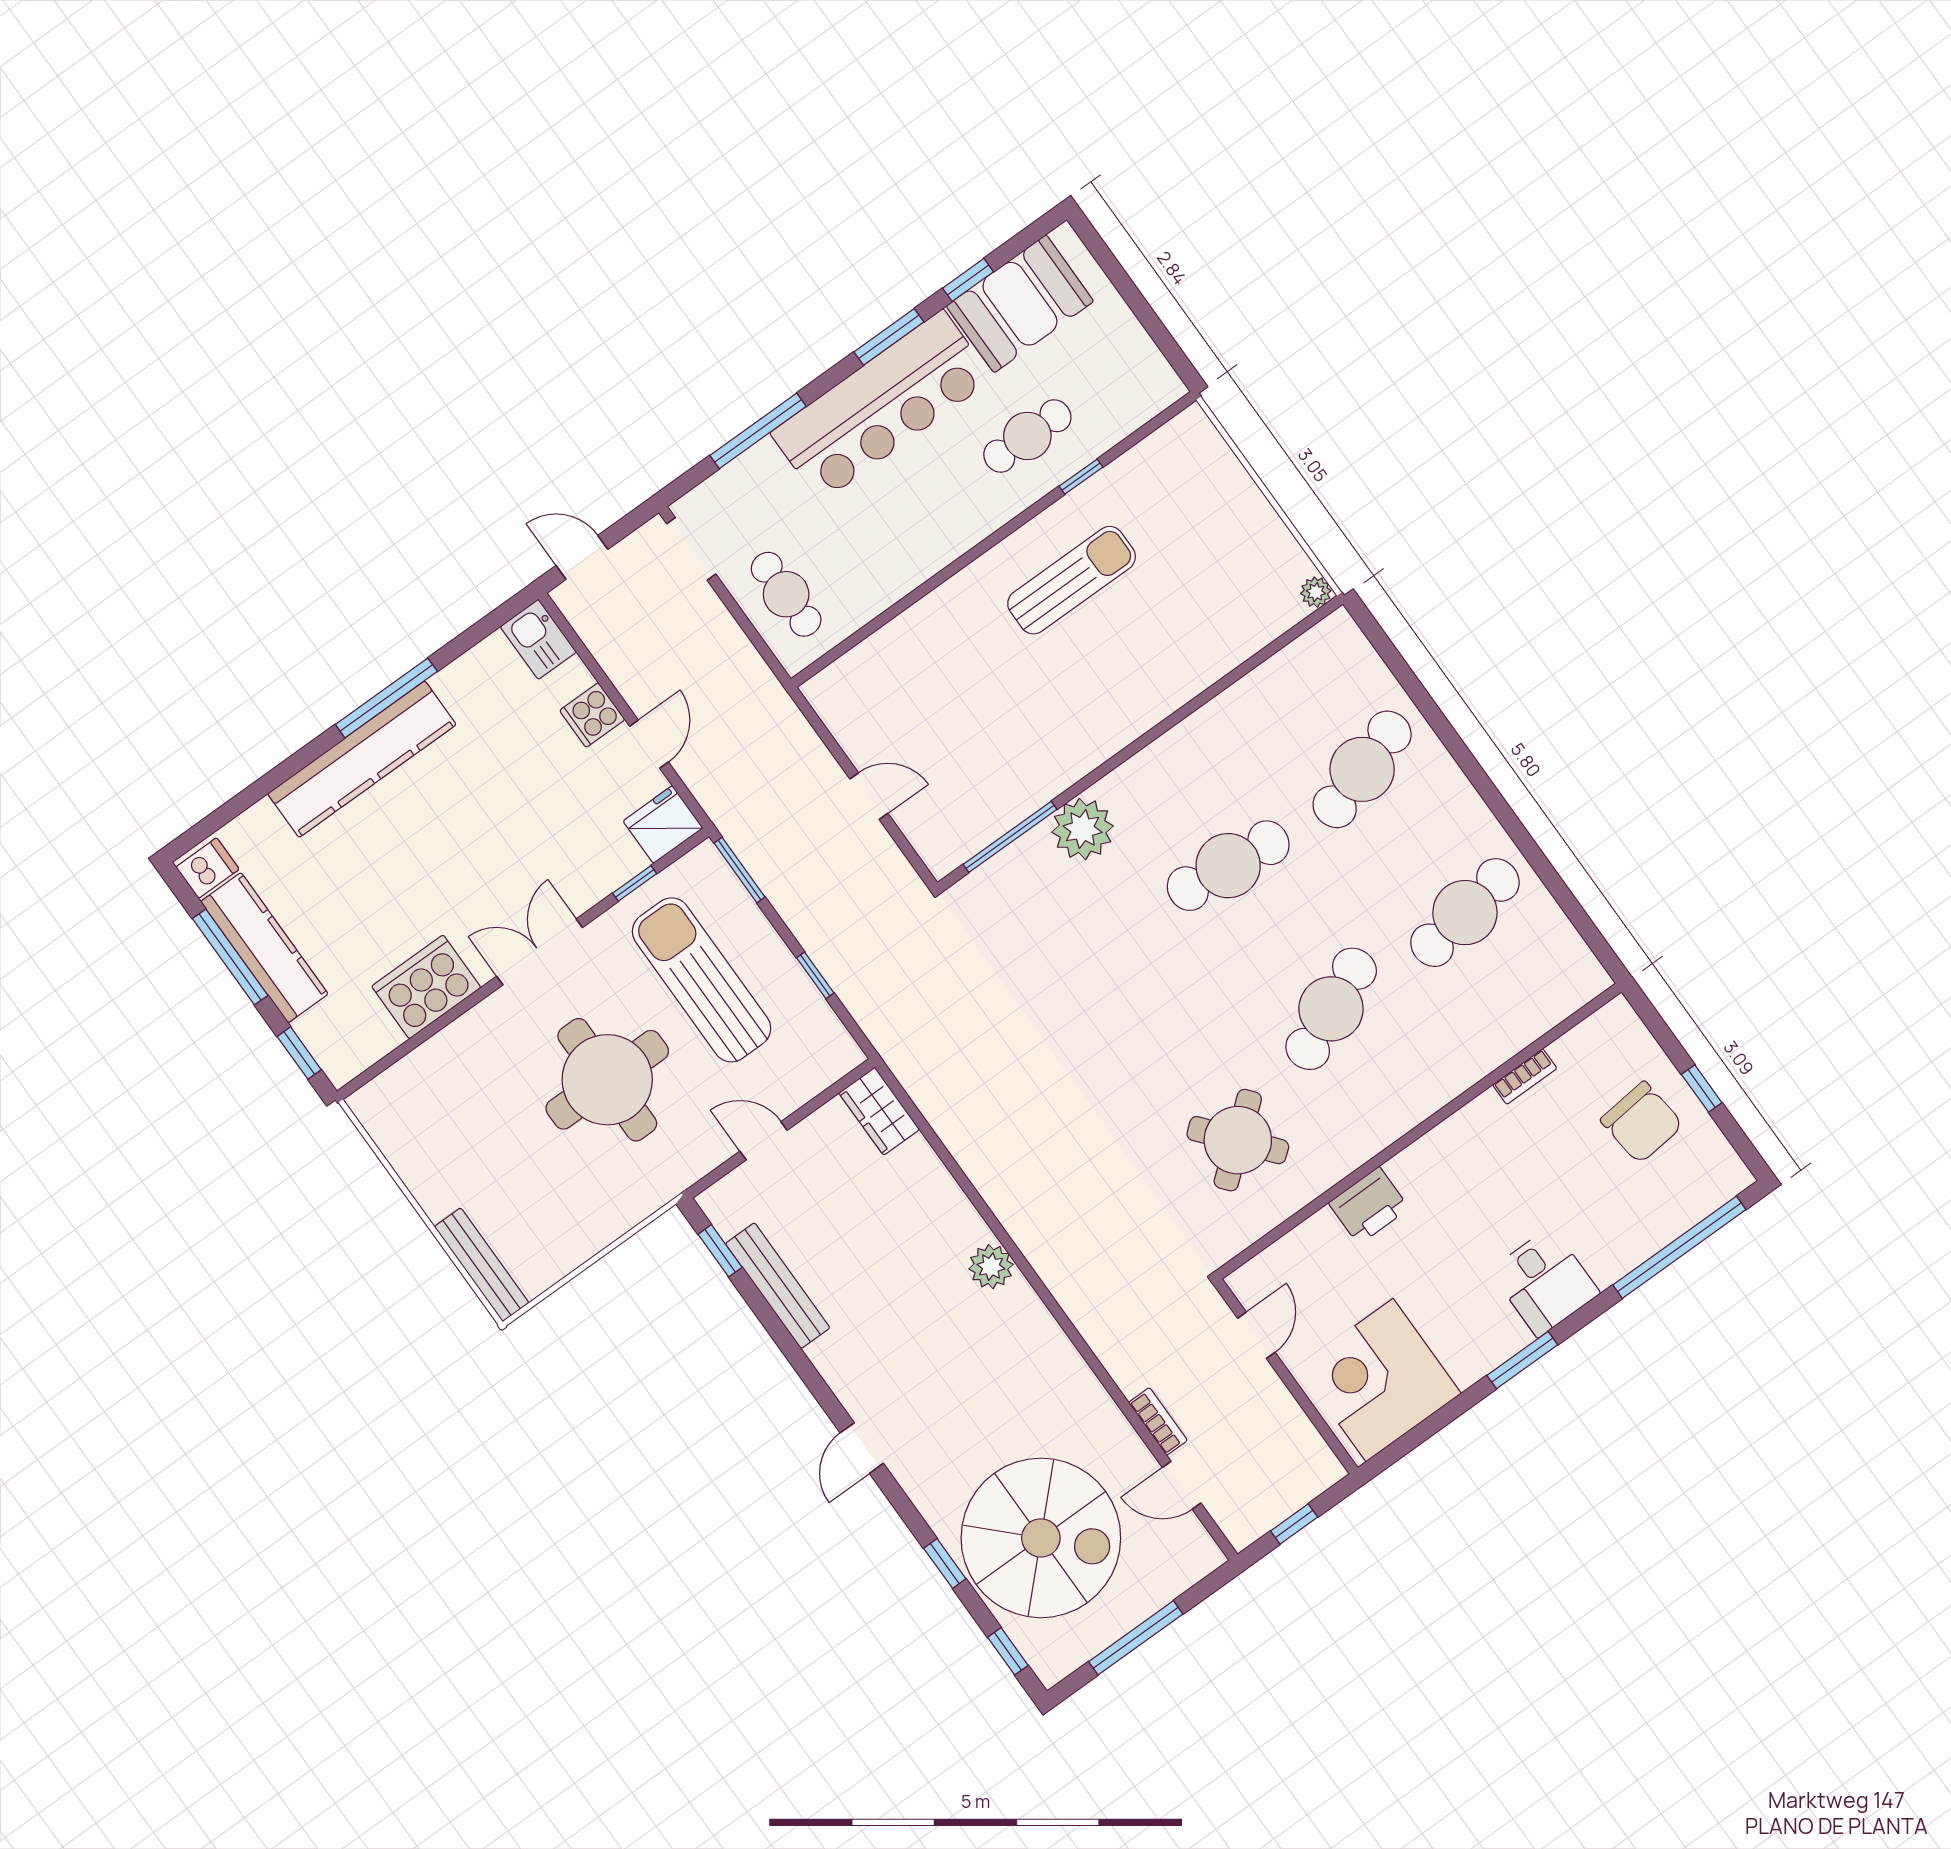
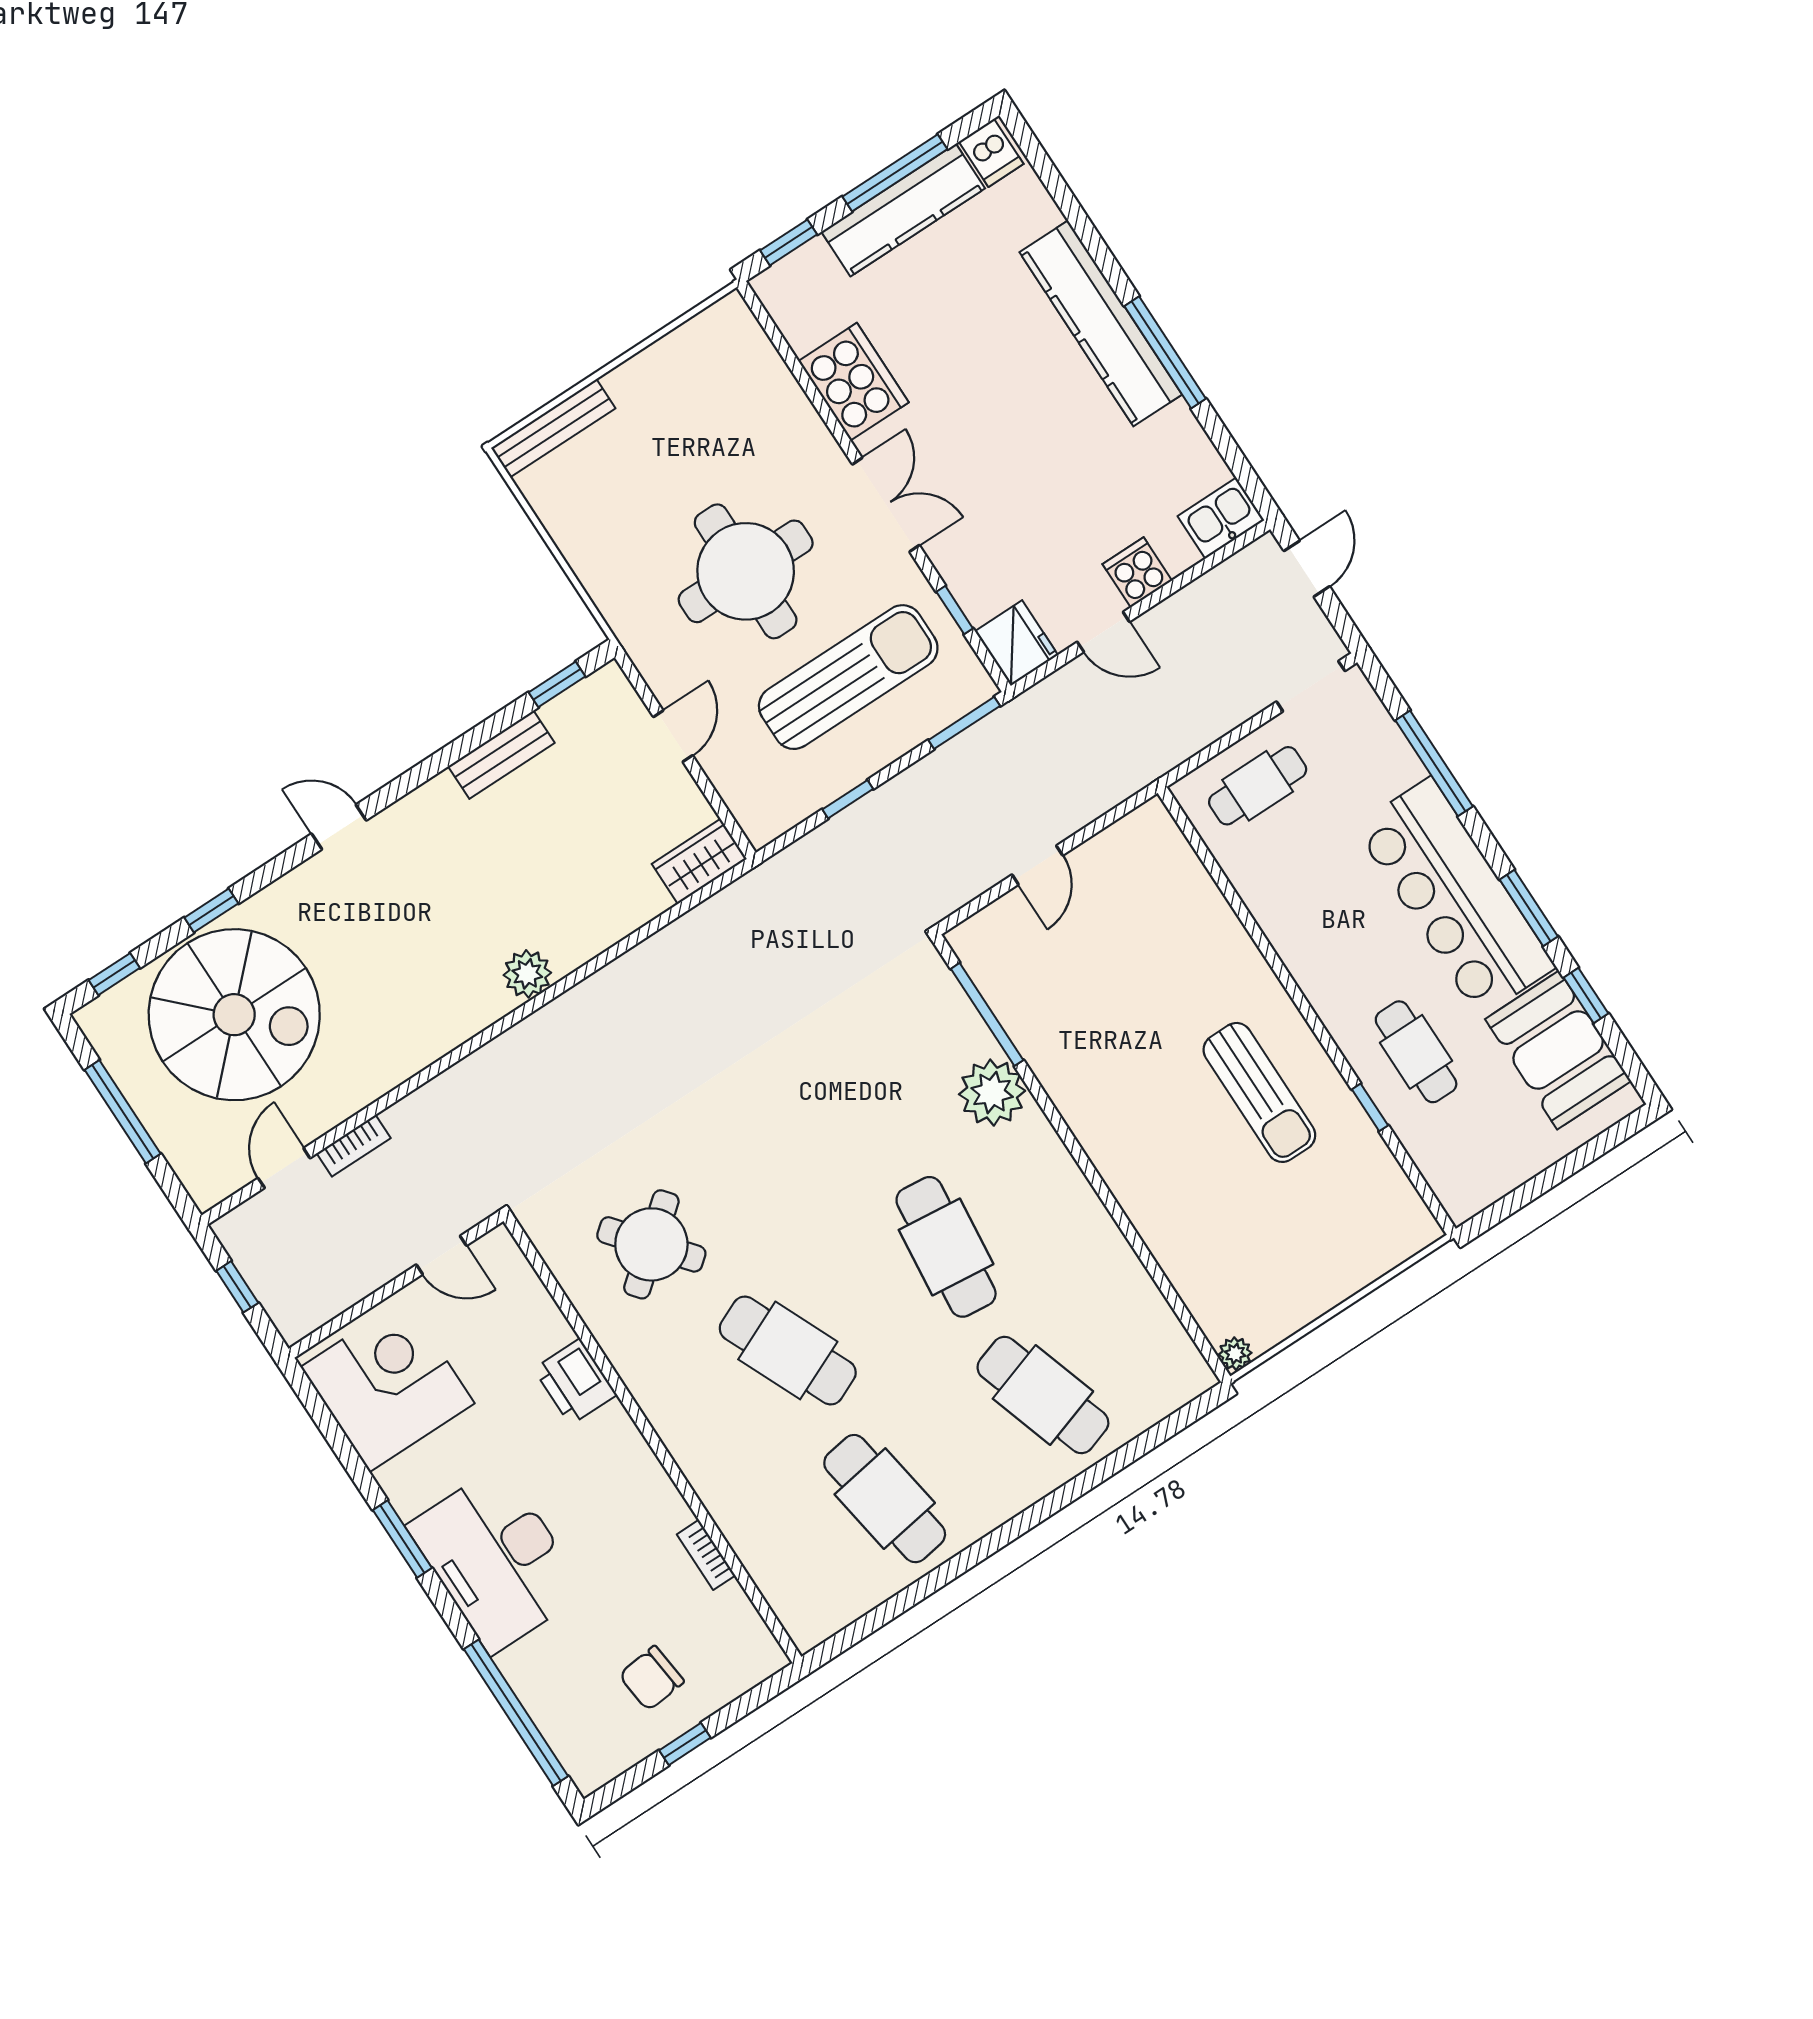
chair: (1642, 1122) -> (651, 1678), width x0.73, depth x0.73
desk: (1545, 1282) -> (497, 1559), width x1.87, depth x1.30
bench: (778, 1286) -> (501, 755), width x0.73
spiral stairs: (1041, 1538) -> (234, 1015), turned -90

